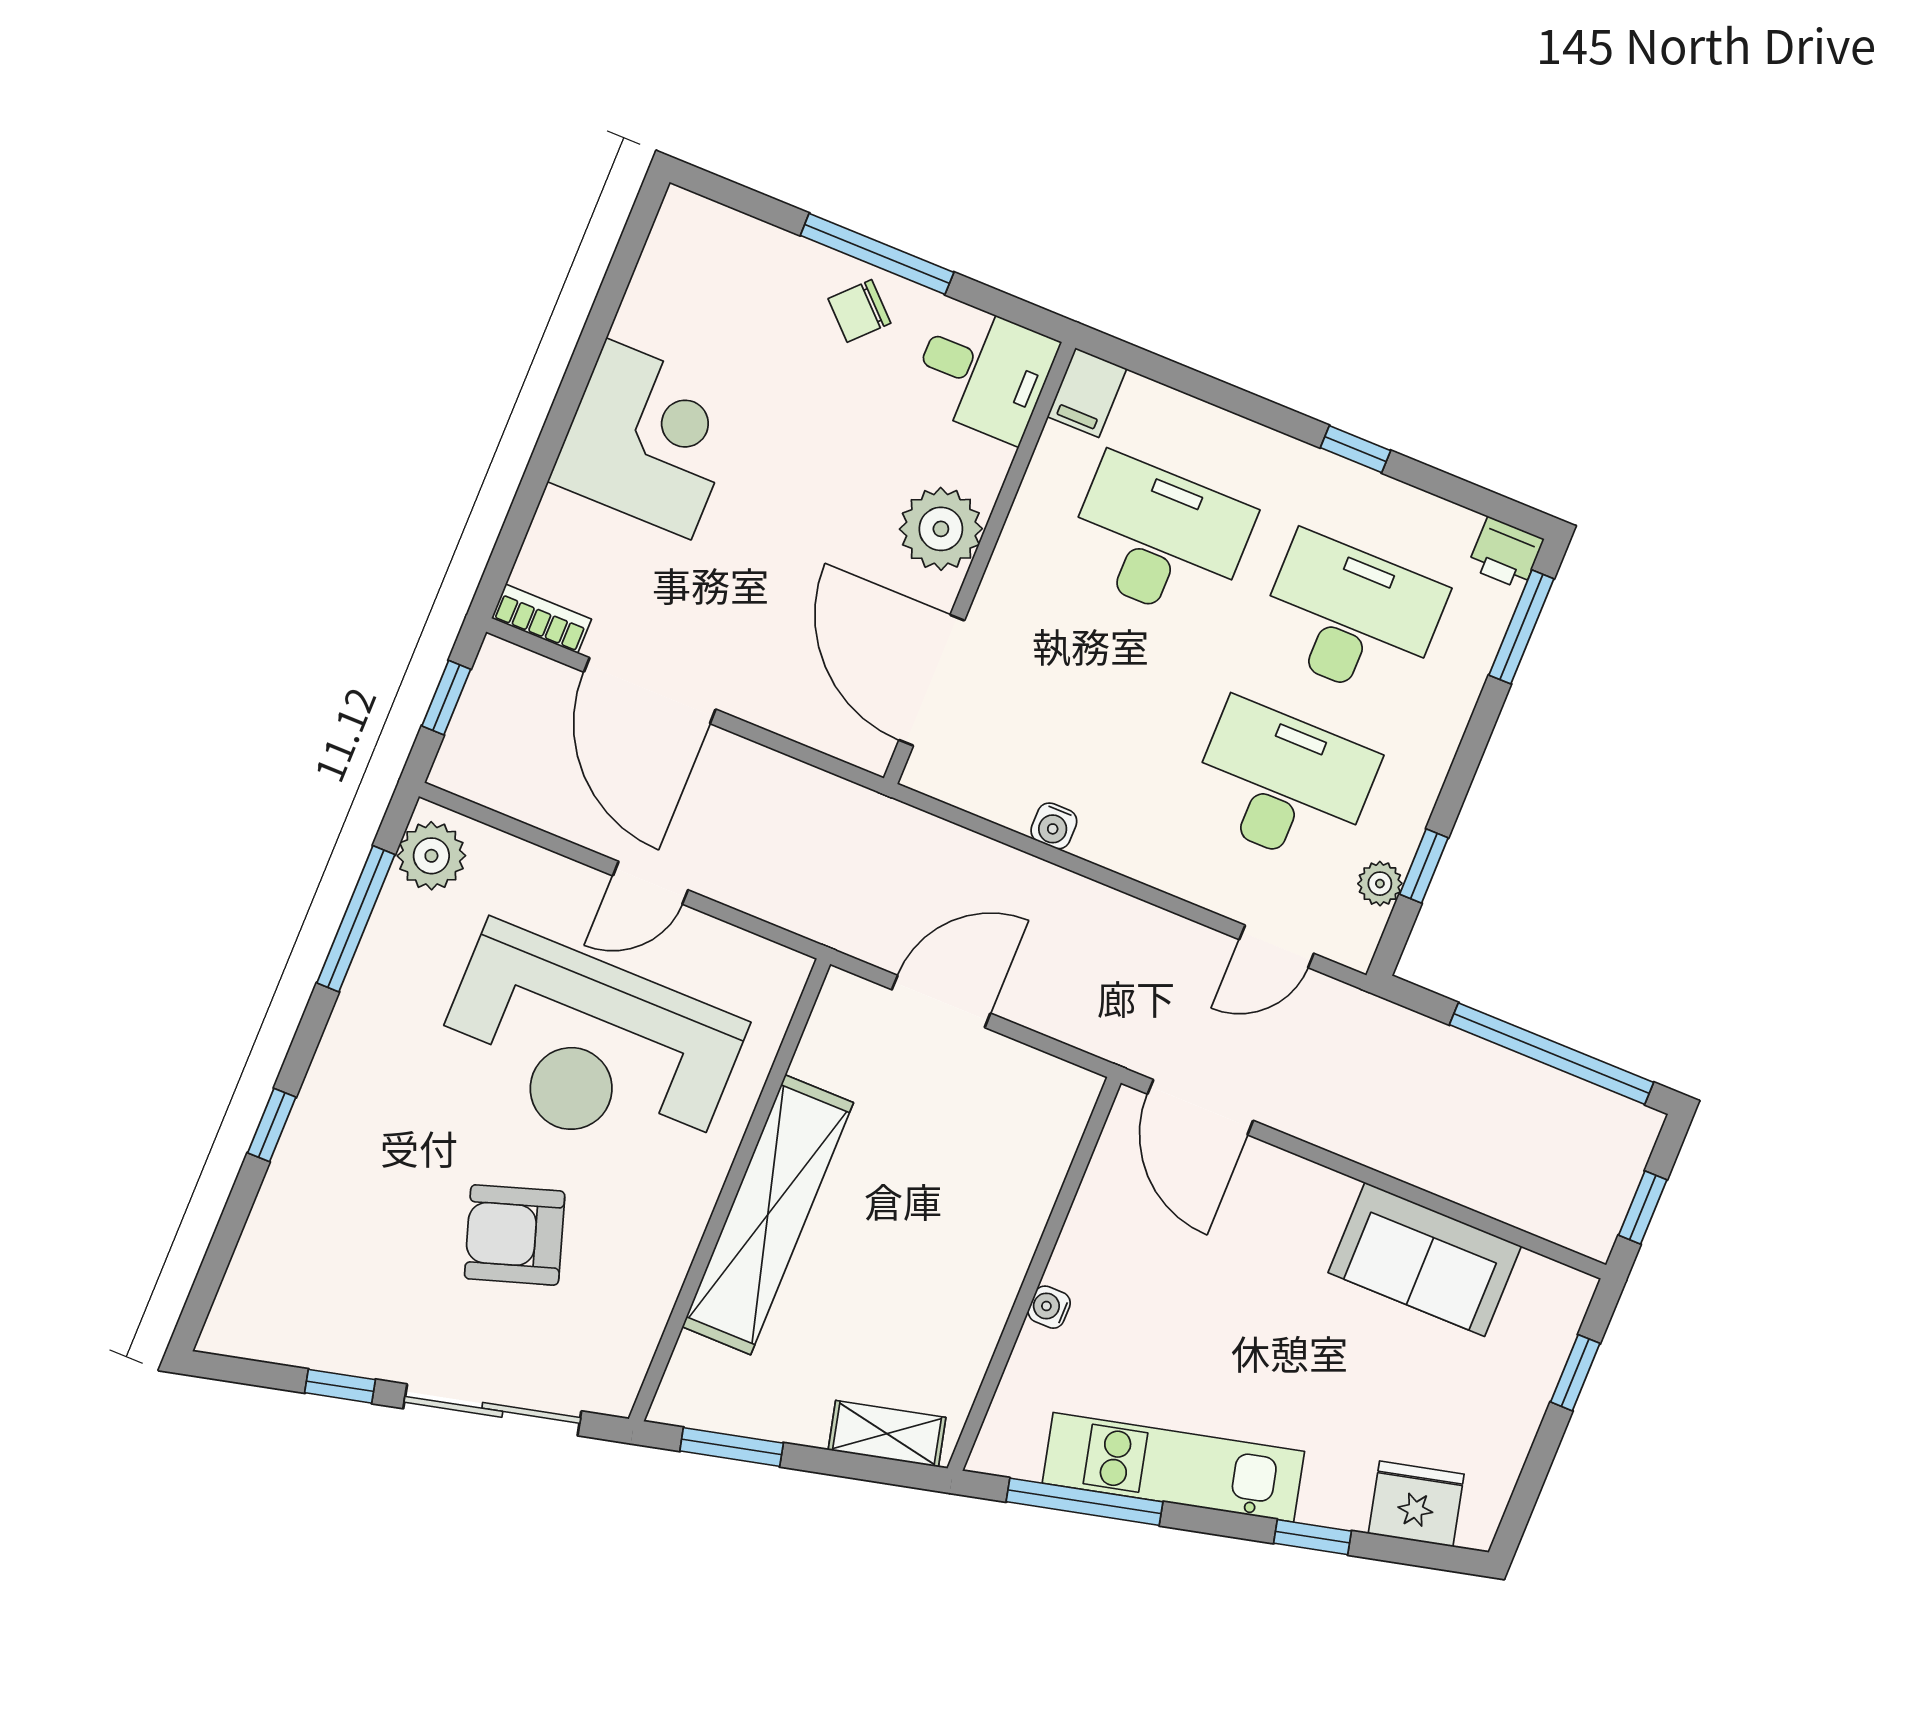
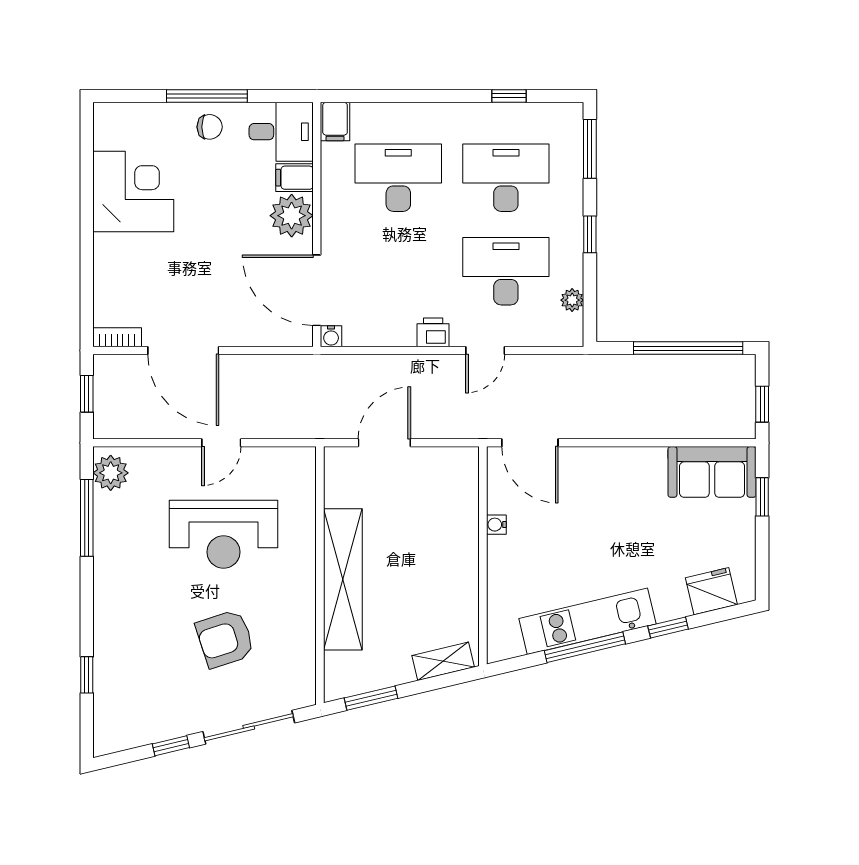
chair: (859, 311) -> (210, 127), turned -134
corner desk: (649, 439) -> (133, 191), moved
window: (1355, 449) -> (509, 96), moved
filing cabinet: (974, 463) -> (295, 178), added
printer: (1506, 553) -> (433, 332), moved, turned 180
water cooler: (1054, 826) -> (331, 336), moved
window: (1424, 866) -> (590, 234), moved
door: (1277, 946) -> (485, 351), moved
reception desk: (588, 1047) -> (224, 534), width x0.74, depth x0.77
window: (272, 1125) -> (87, 675), moved
sofa: (1425, 1259) -> (712, 472), moved
water cooler: (1049, 1307) -> (496, 525), moved
window: (1085, 1502) -> (585, 647), moved

